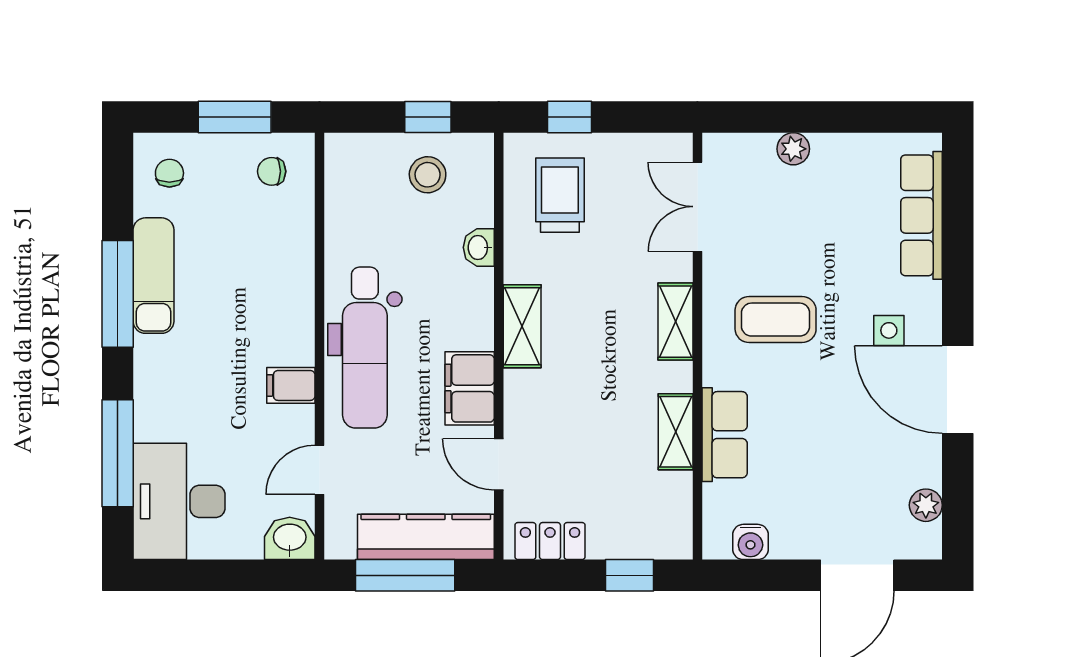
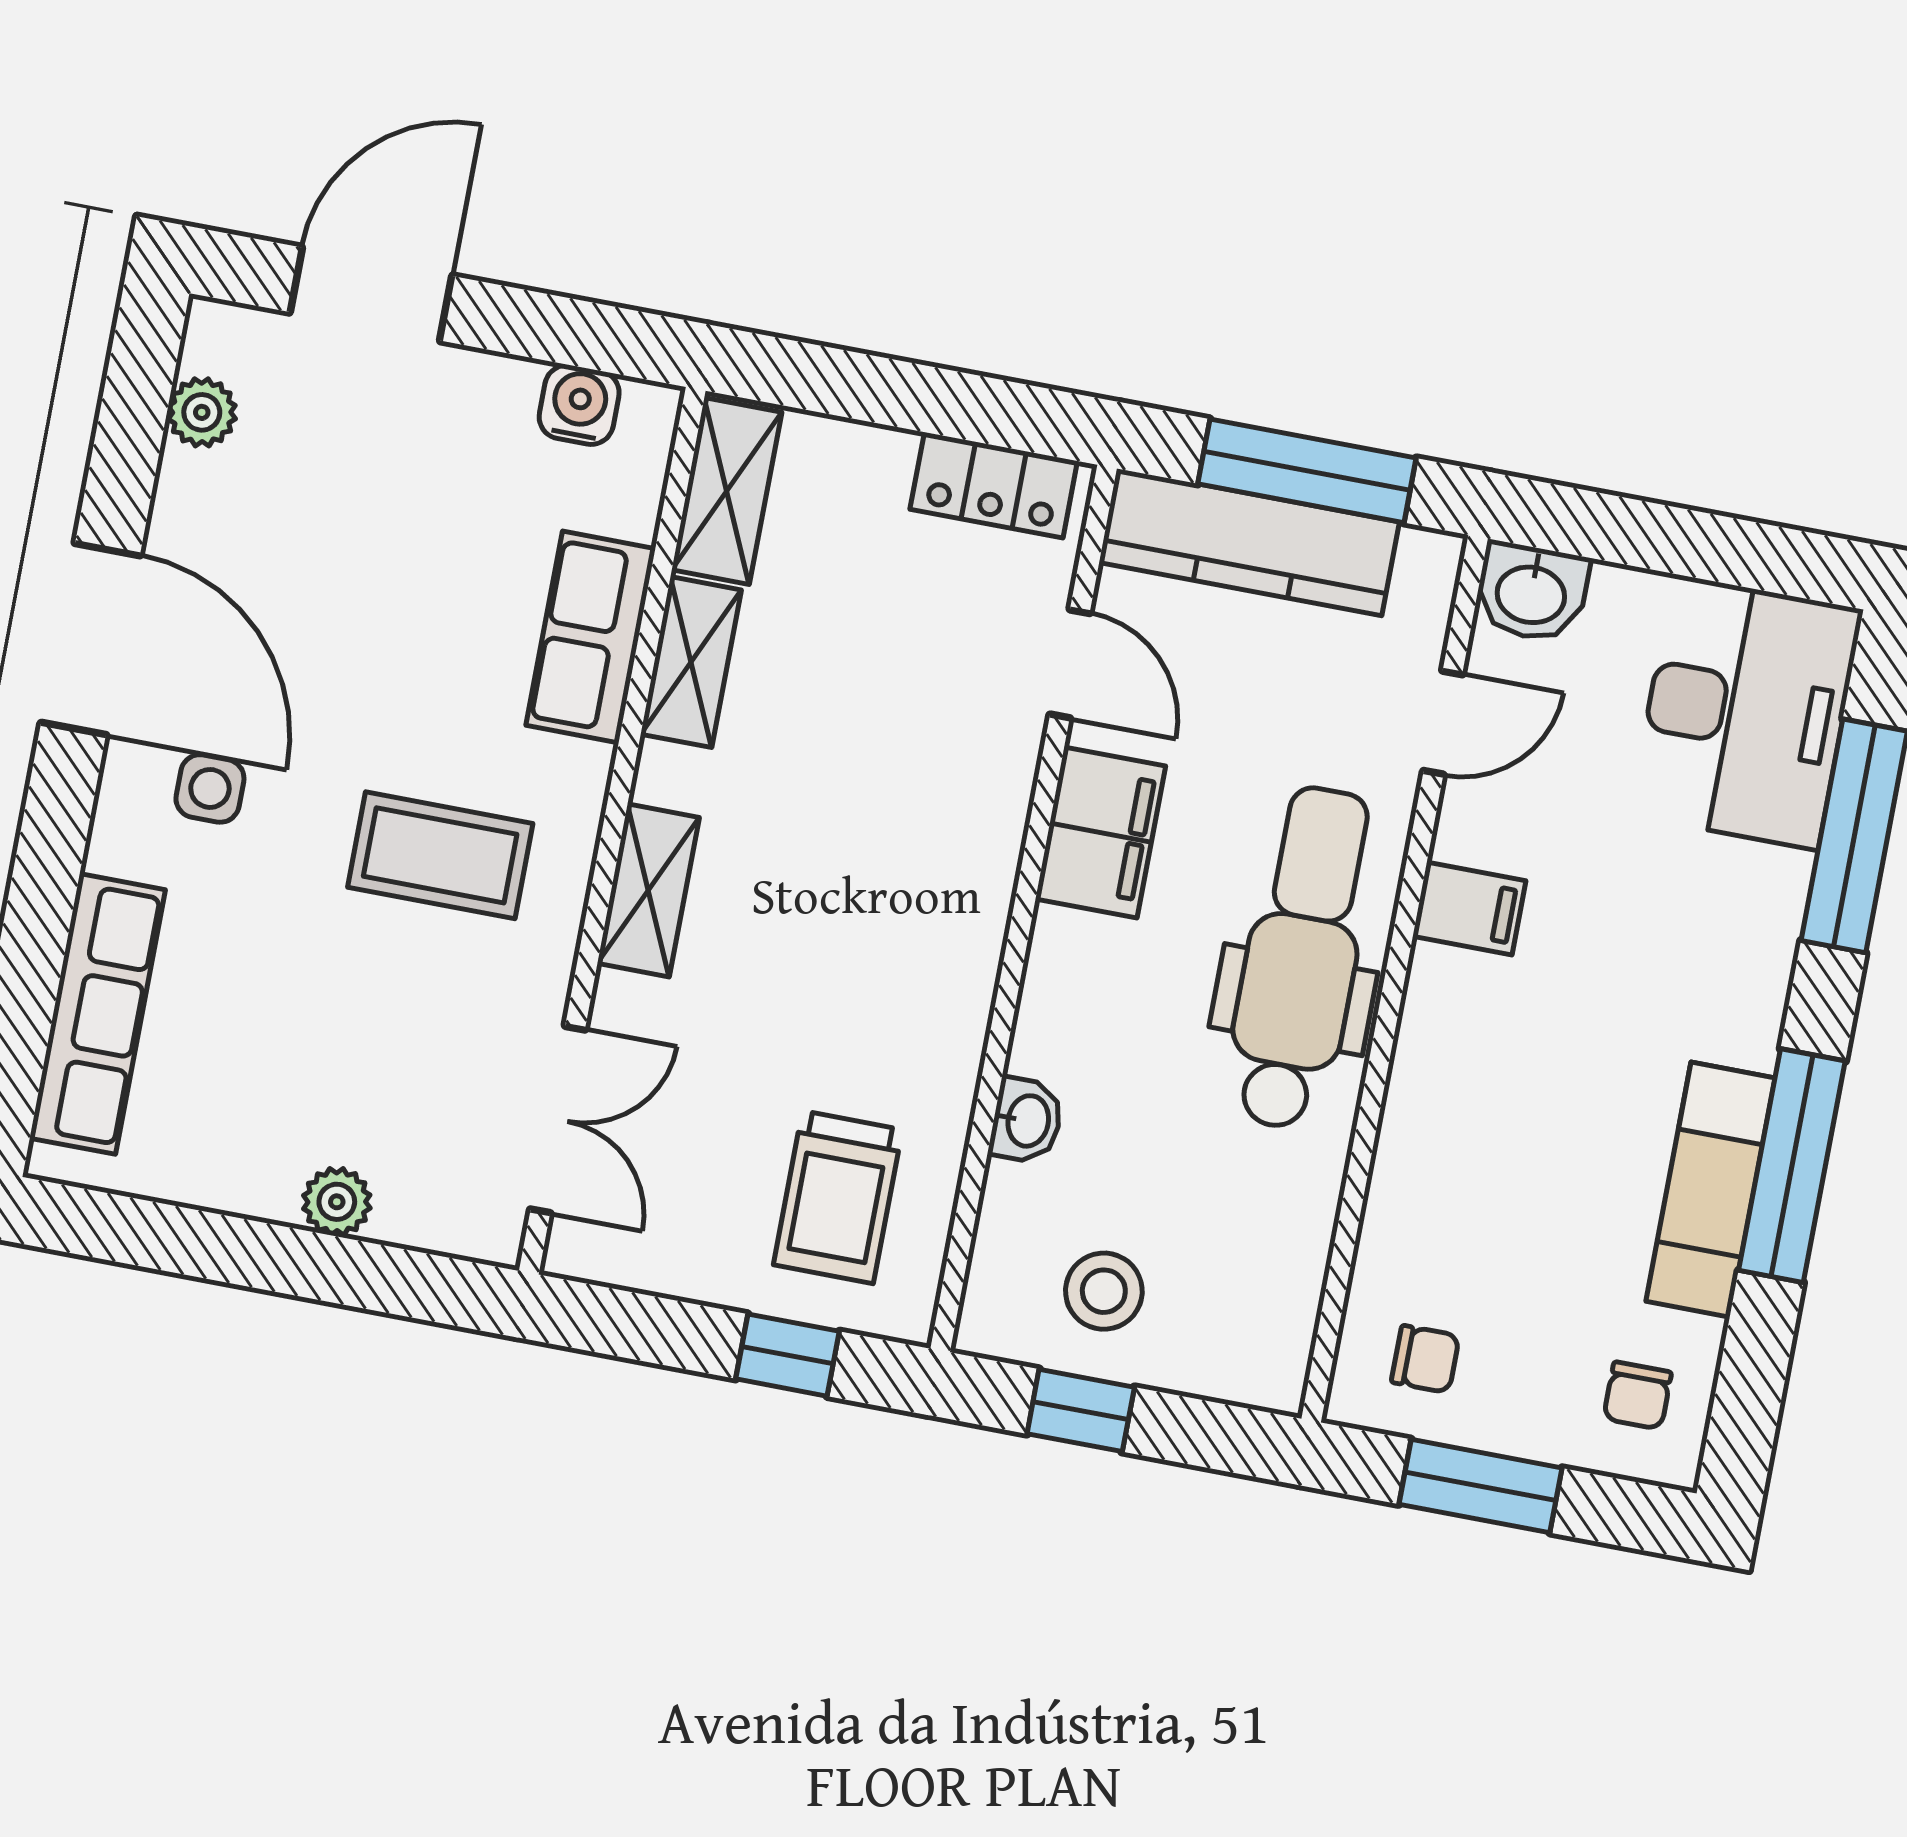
shelving: (522, 326) -> (727, 491), moved
window: (630, 575) -> (842, 383), removed

